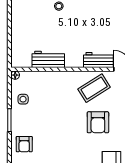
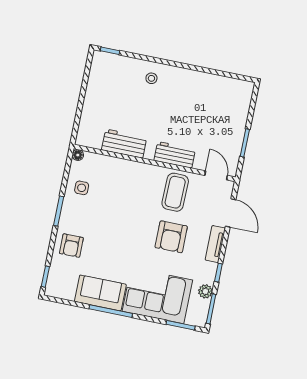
workbench: (98, 60) -> (175, 155), moved
coffee table: (94, 88) -> (175, 192), turned -57

